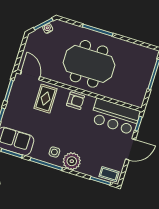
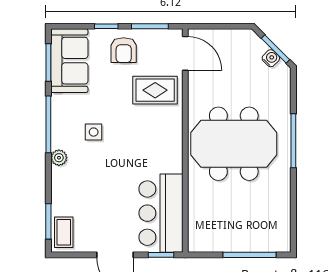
meeting table: (89, 64) -> (234, 144), turned 90
door: (30, 75) -> (185, 53), hinge flipped
armchair: (75, 101) -> (124, 50), moved
side table: (54, 152) -> (94, 132), moved
plant: (72, 161) -> (59, 158), width x0.53, depth x0.53

